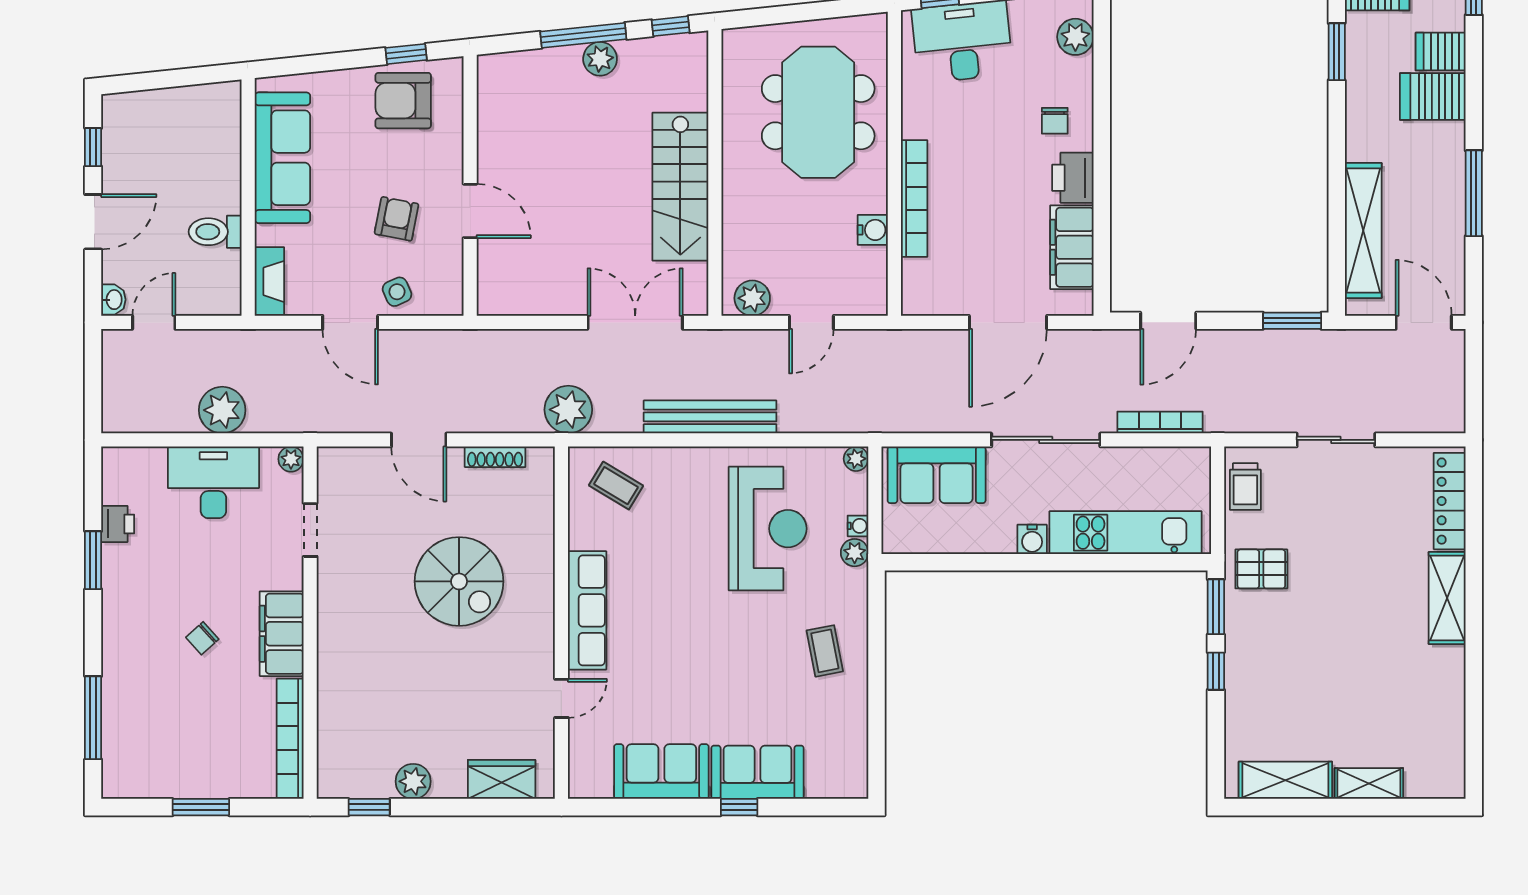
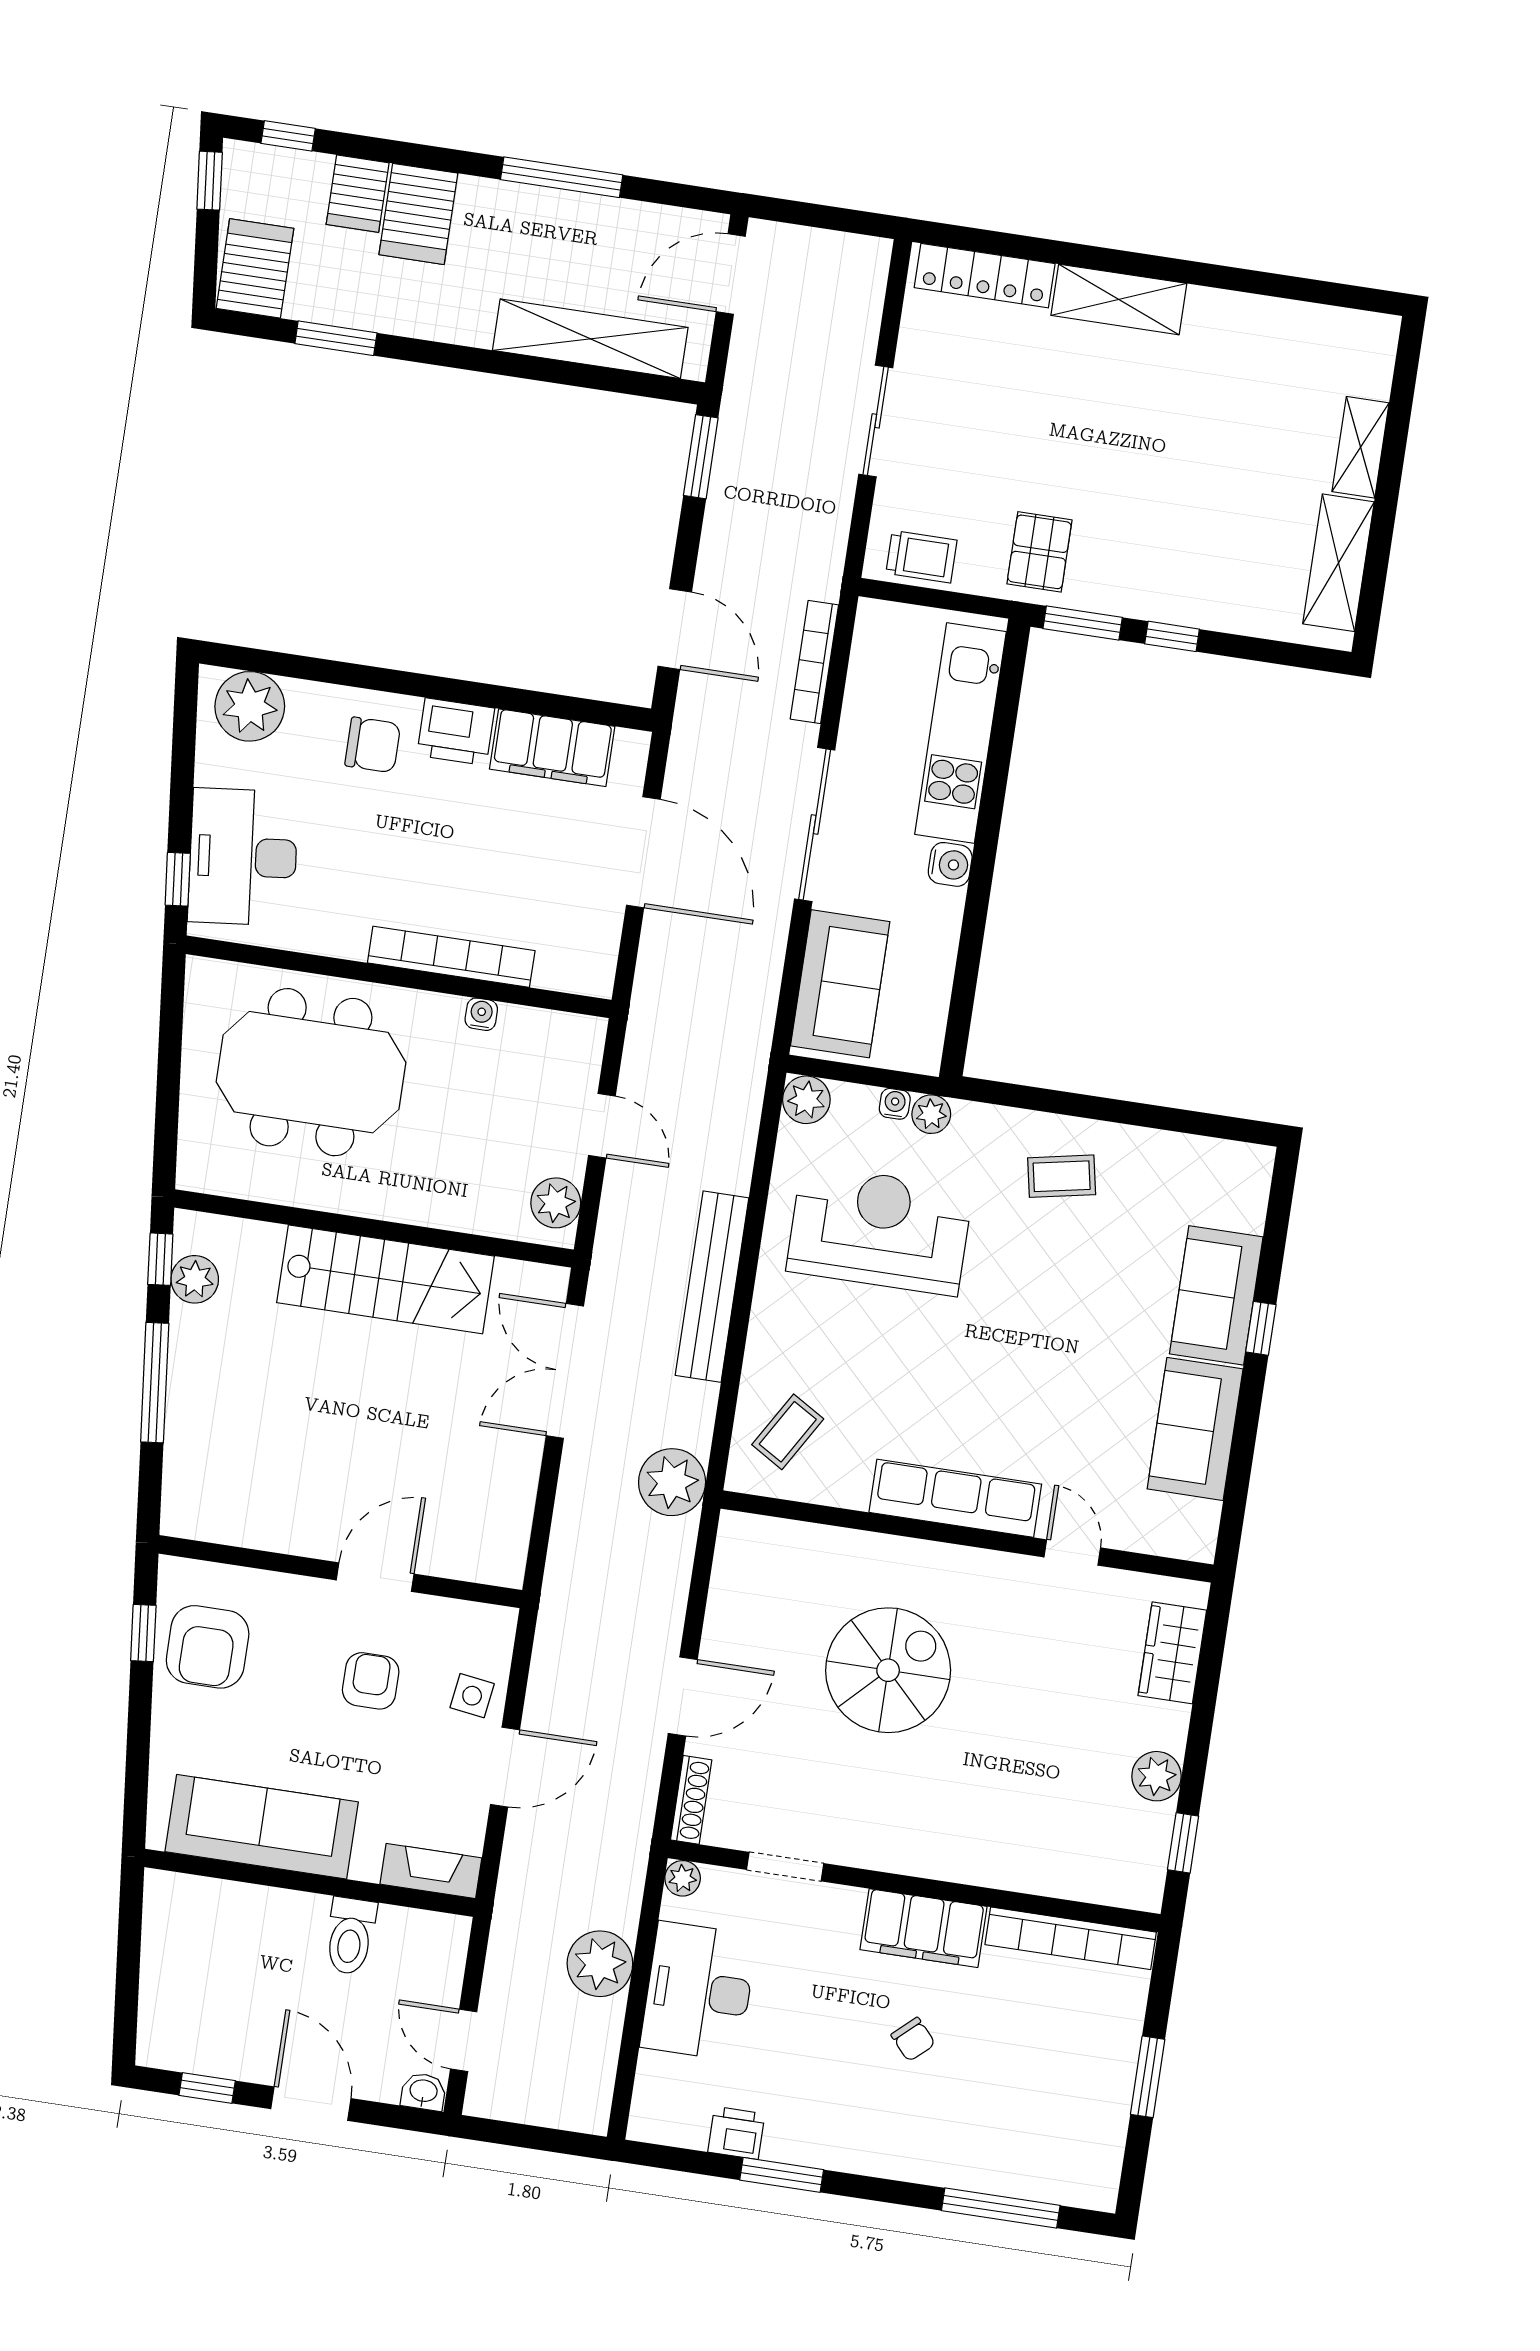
plant: (1075, 37) -> (250, 706), width x1.36, depth x1.36
plant: (600, 59) -> (195, 1279), moved
chair: (1055, 121) -> (373, 745), width x1.37, depth x1.37
armchair: (397, 219) -> (371, 1681), turned 79
water cooler: (873, 230) -> (481, 1014), width x0.72, depth x0.72
side table: (397, 292) -> (472, 1696), turned 32
shoe rack: (495, 457) -> (691, 1800), moved
plant: (856, 459) -> (806, 1100), width x1.38, depth x1.38

